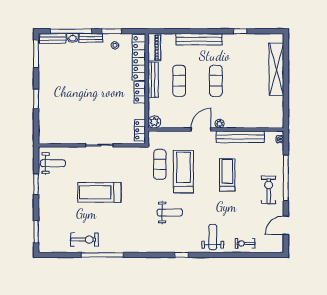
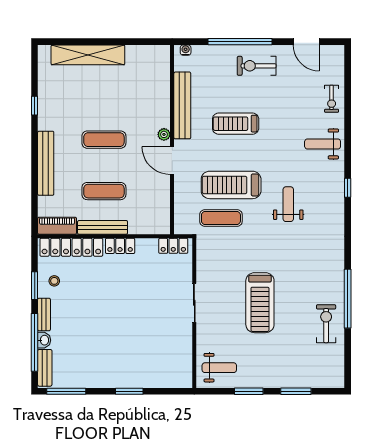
plant: (154, 122) -> (162, 226), removed
weight bench: (53, 163) -> (219, 368), turned 90
window: (36, 232) -> (296, 391), moved

